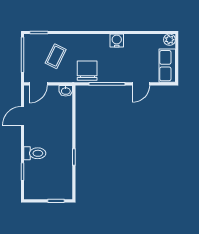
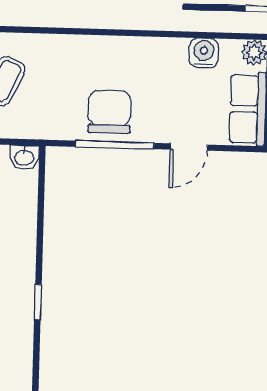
water cooler: (117, 41) -> (204, 53), moved
chair: (87, 71) -> (109, 112), moved

